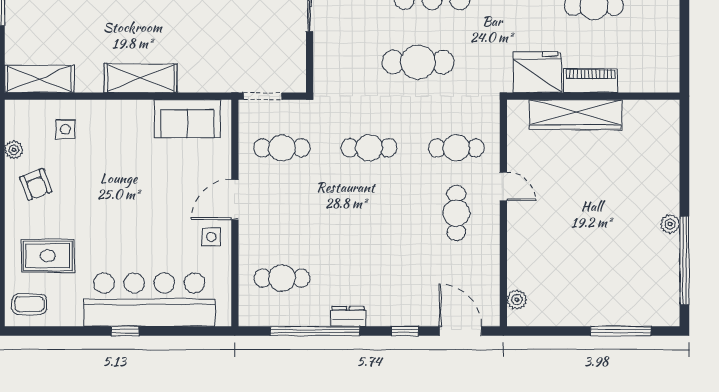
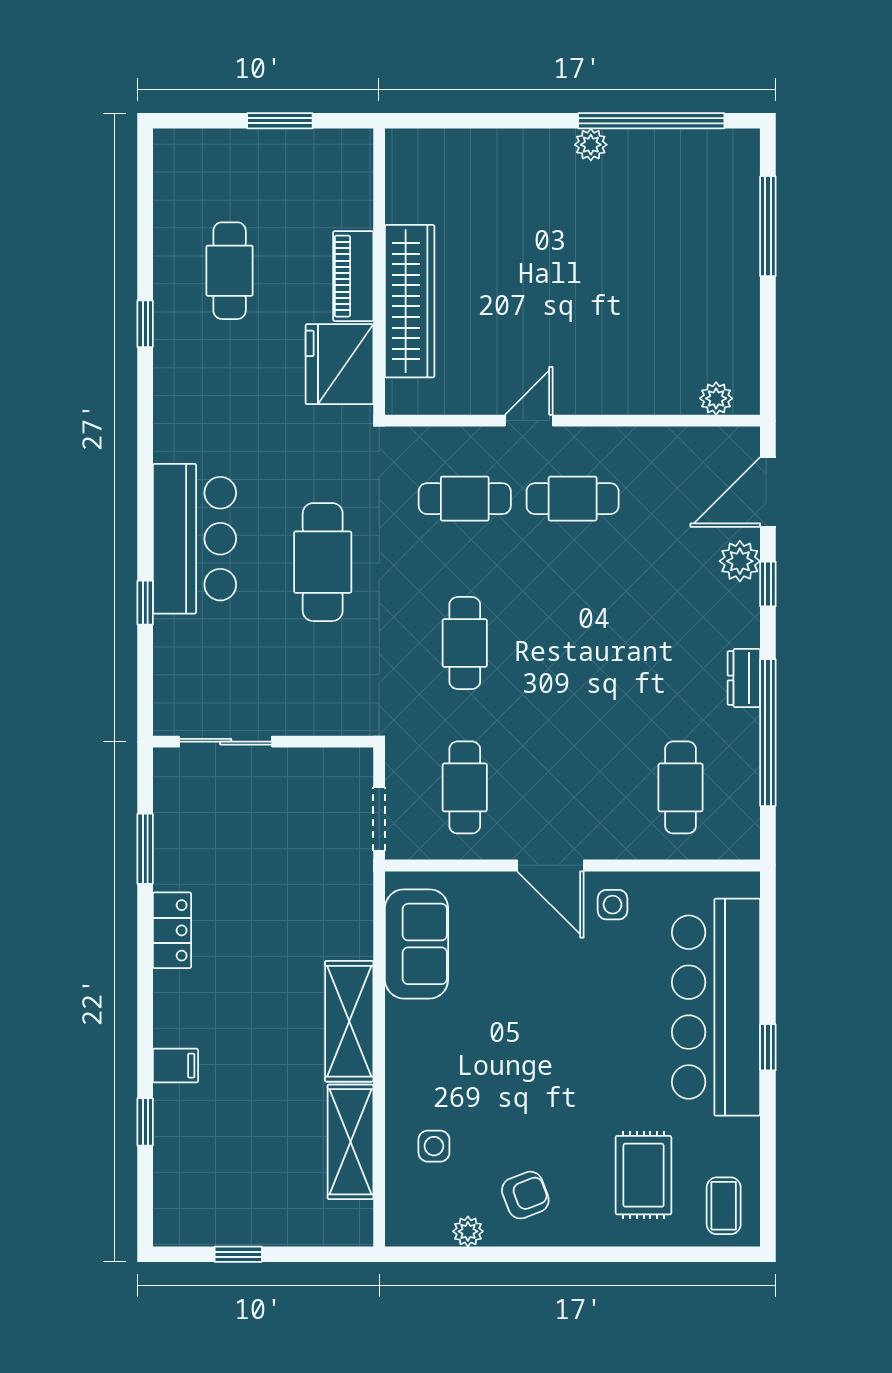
window: (684, 36) -> (280, 121), added
shelving: (39, 79) -> (350, 1142), moved
cafe table: (456, 148) -> (465, 499), turned 90
plant: (418, 314) -> (740, 561), added

